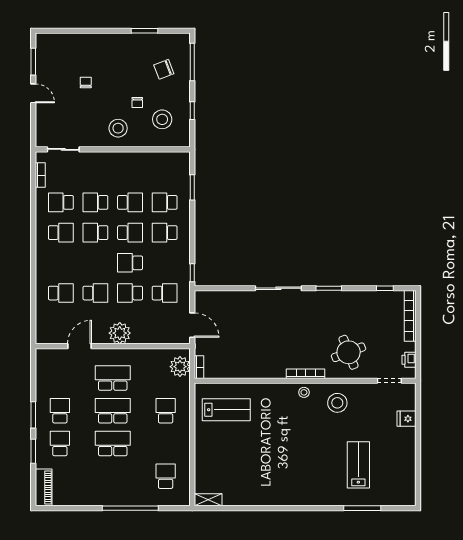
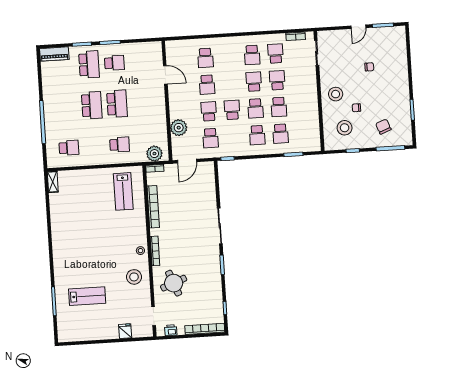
school desk: (165, 202) -> (281, 134), turned 180
school desk: (165, 233) -> (257, 135), turned 180
plant: (120, 333) -> (179, 128), moved
bookcase: (248, 372) -> (153, 207), added
school desk: (113, 378) -> (142, 102), removed
school desk: (60, 443) -> (89, 64), width x1.85

